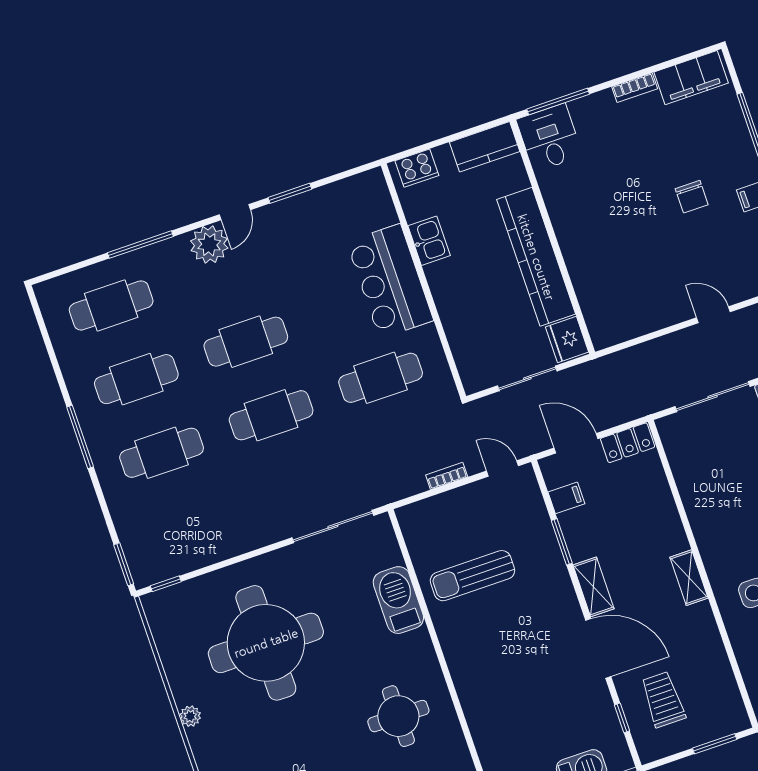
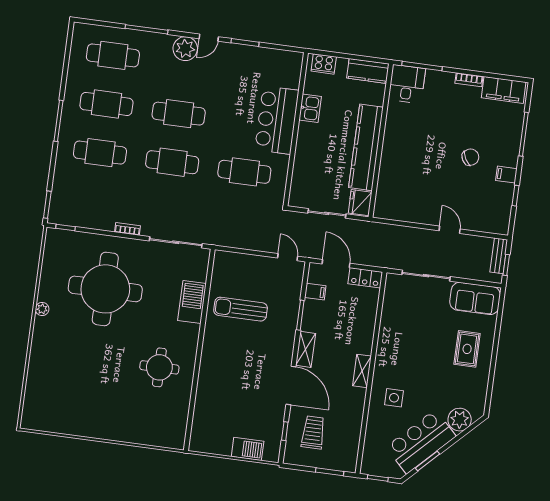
chair: (692, 197) -> (470, 157), turned -119
bookcase: (447, 476) -> (128, 229), moved

